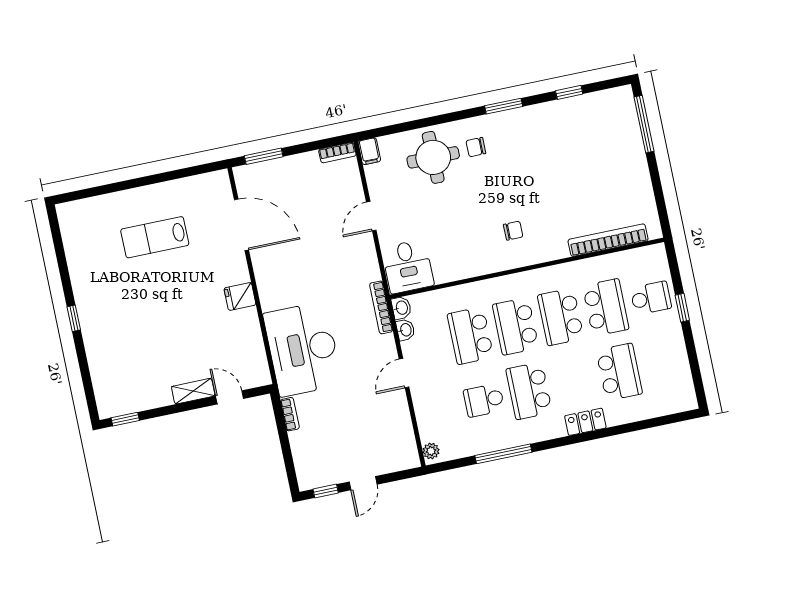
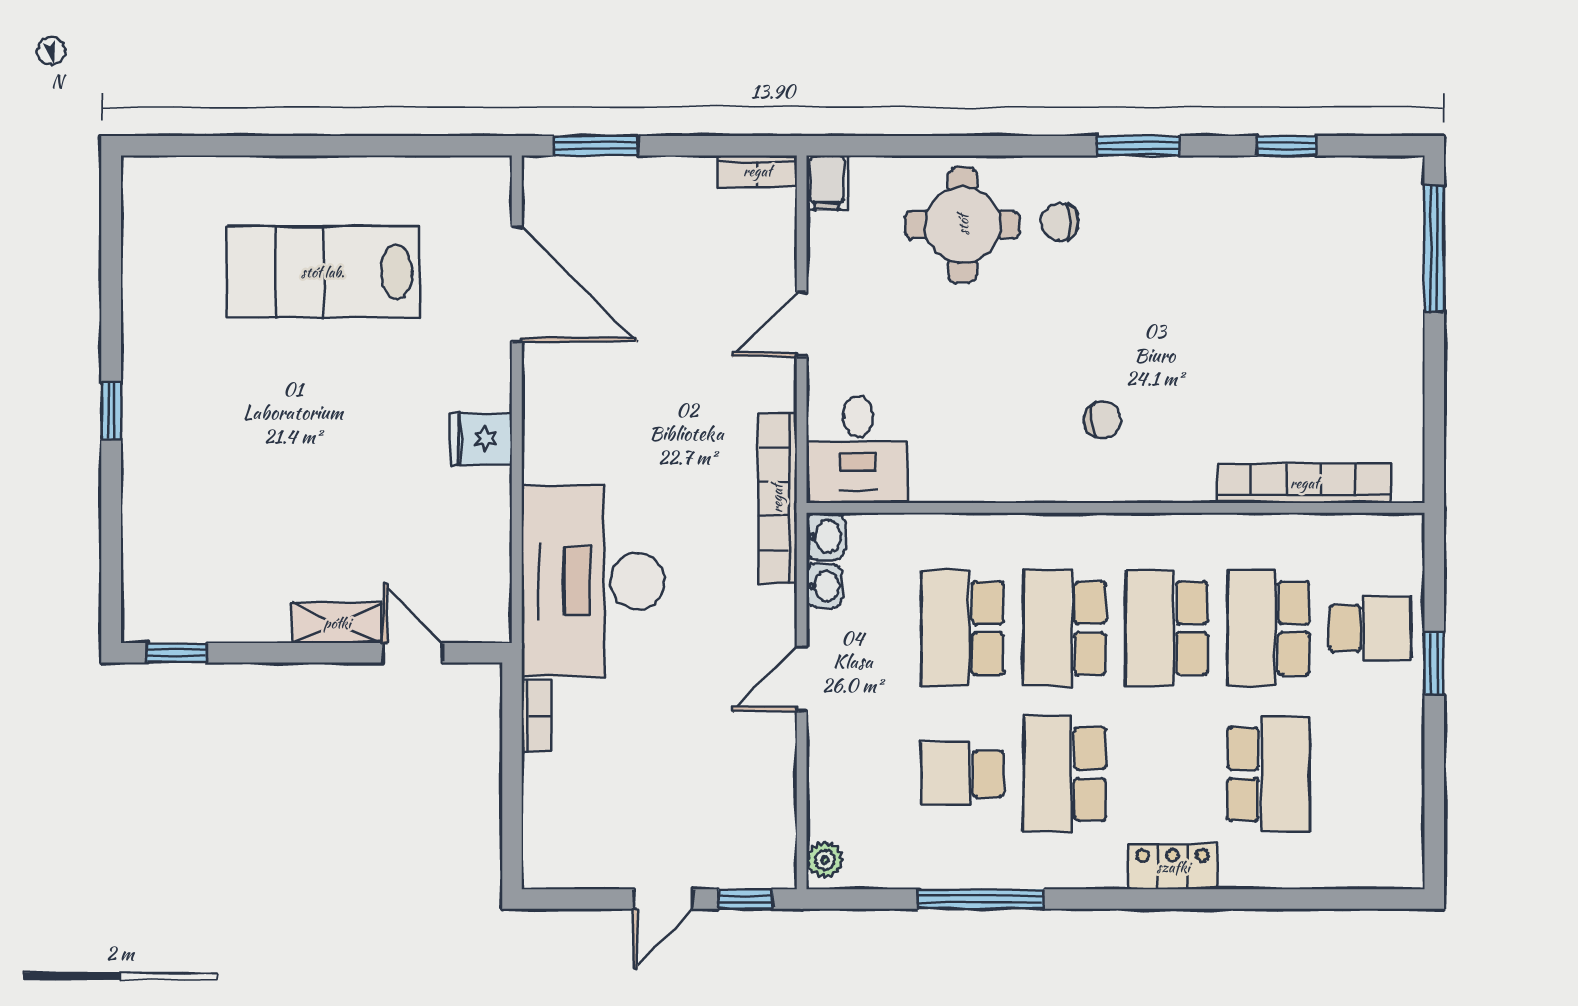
lab bench: (155, 237) -> (323, 272), width x1.36, depth x1.39
bookcase: (381, 307) -> (777, 499), width x1.48, depth x1.31
school desk: (606, 307) -> (1268, 628), turned 180
window: (326, 491) -> (745, 899), moved

